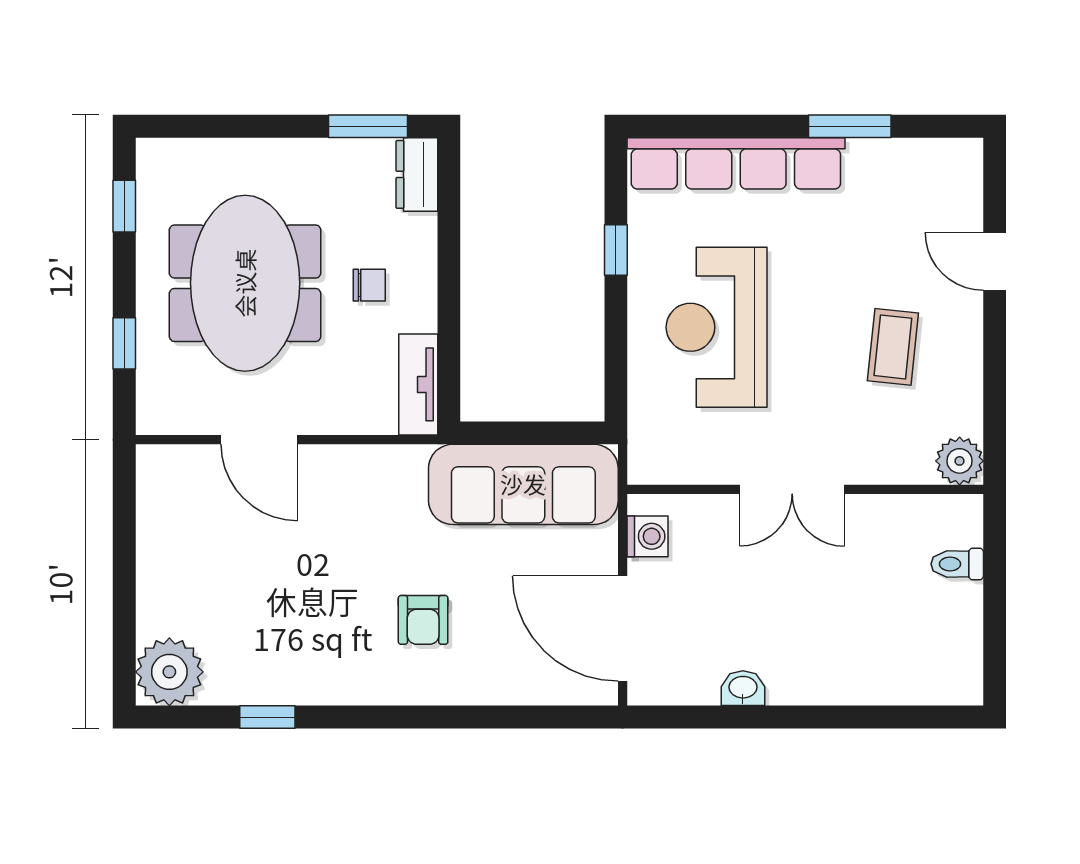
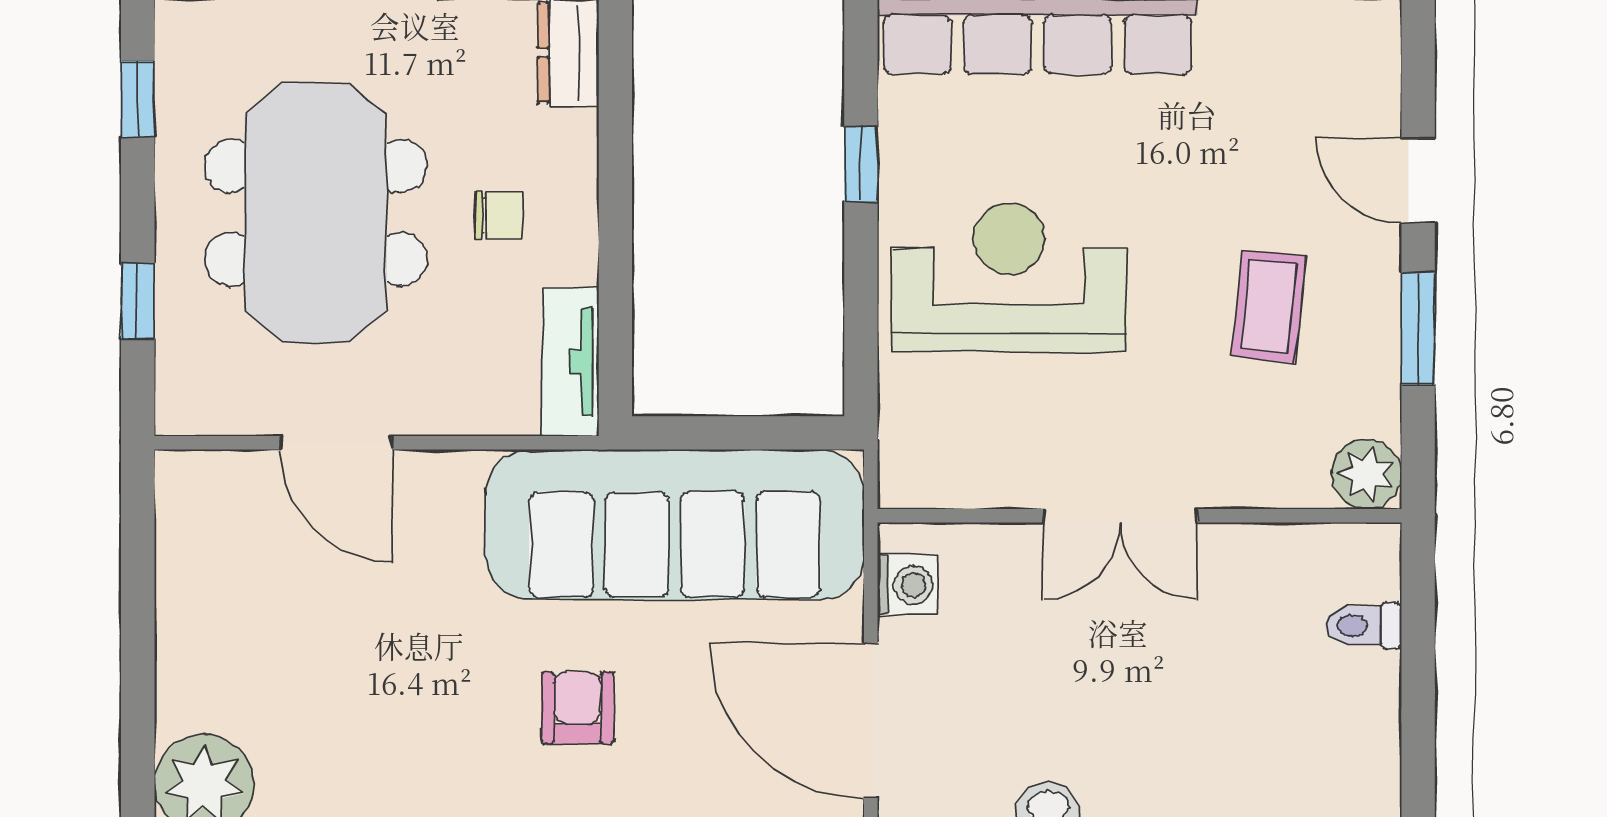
reception desk: (717, 327) -> (1009, 277), turned 90
window: (995, 362) -> (1418, 329), added
sofa: (523, 484) -> (675, 525), width x1.36, depth x1.27
armchair: (423, 620) -> (577, 708), turned 180

